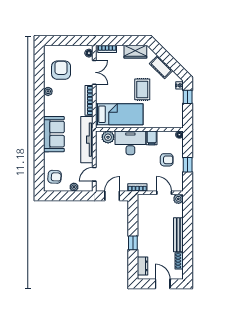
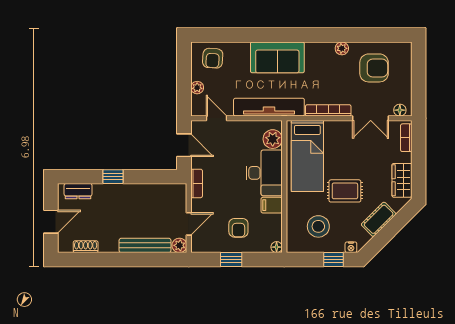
stool: (166, 107) -> (318, 226), added
bench: (178, 235) -> (145, 245), moved

